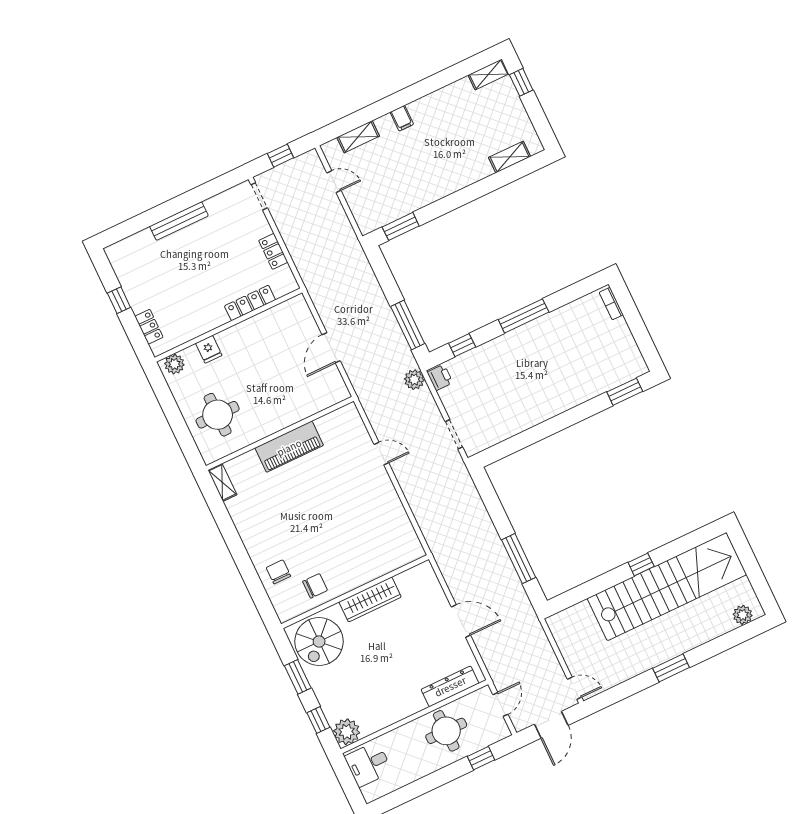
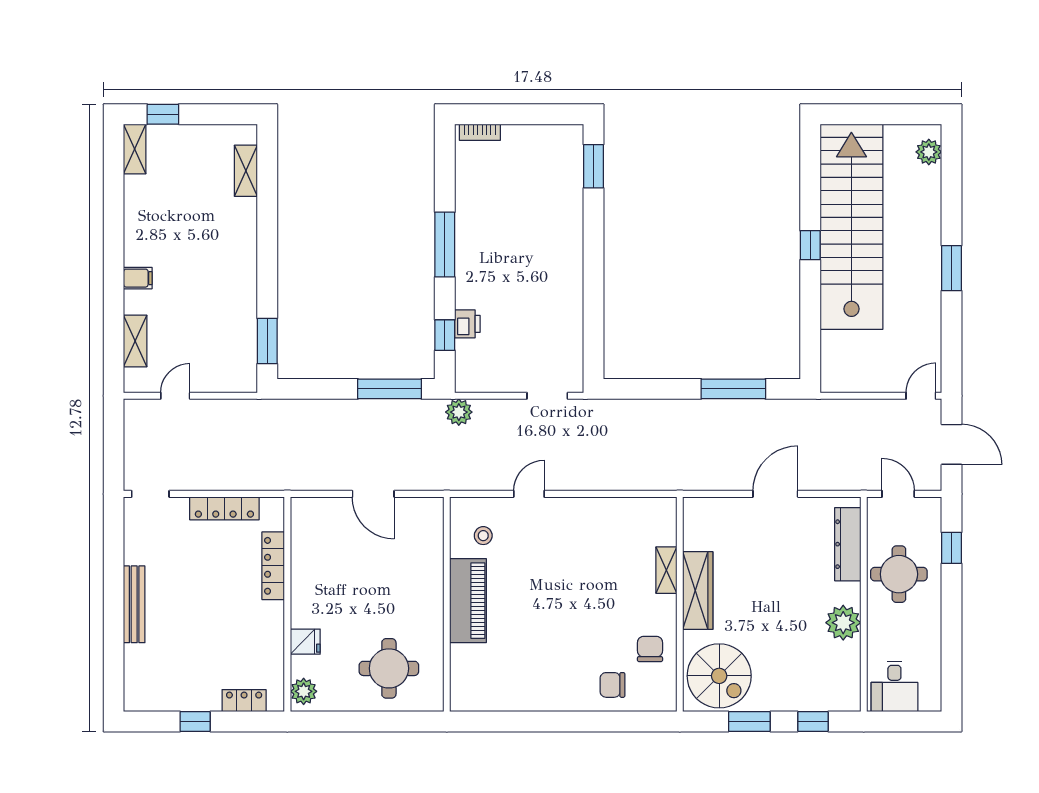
window: (281, 156) -> (114, 445), removed
locker: (273, 251) -> (224, 508), width x1.53
printer: (440, 377) -> (467, 324), moved, turned 90
stool: (338, 436) -> (483, 536), added
shelving: (222, 482) -> (666, 570), moved, turned 90
plant: (347, 732) -> (843, 623), moved

